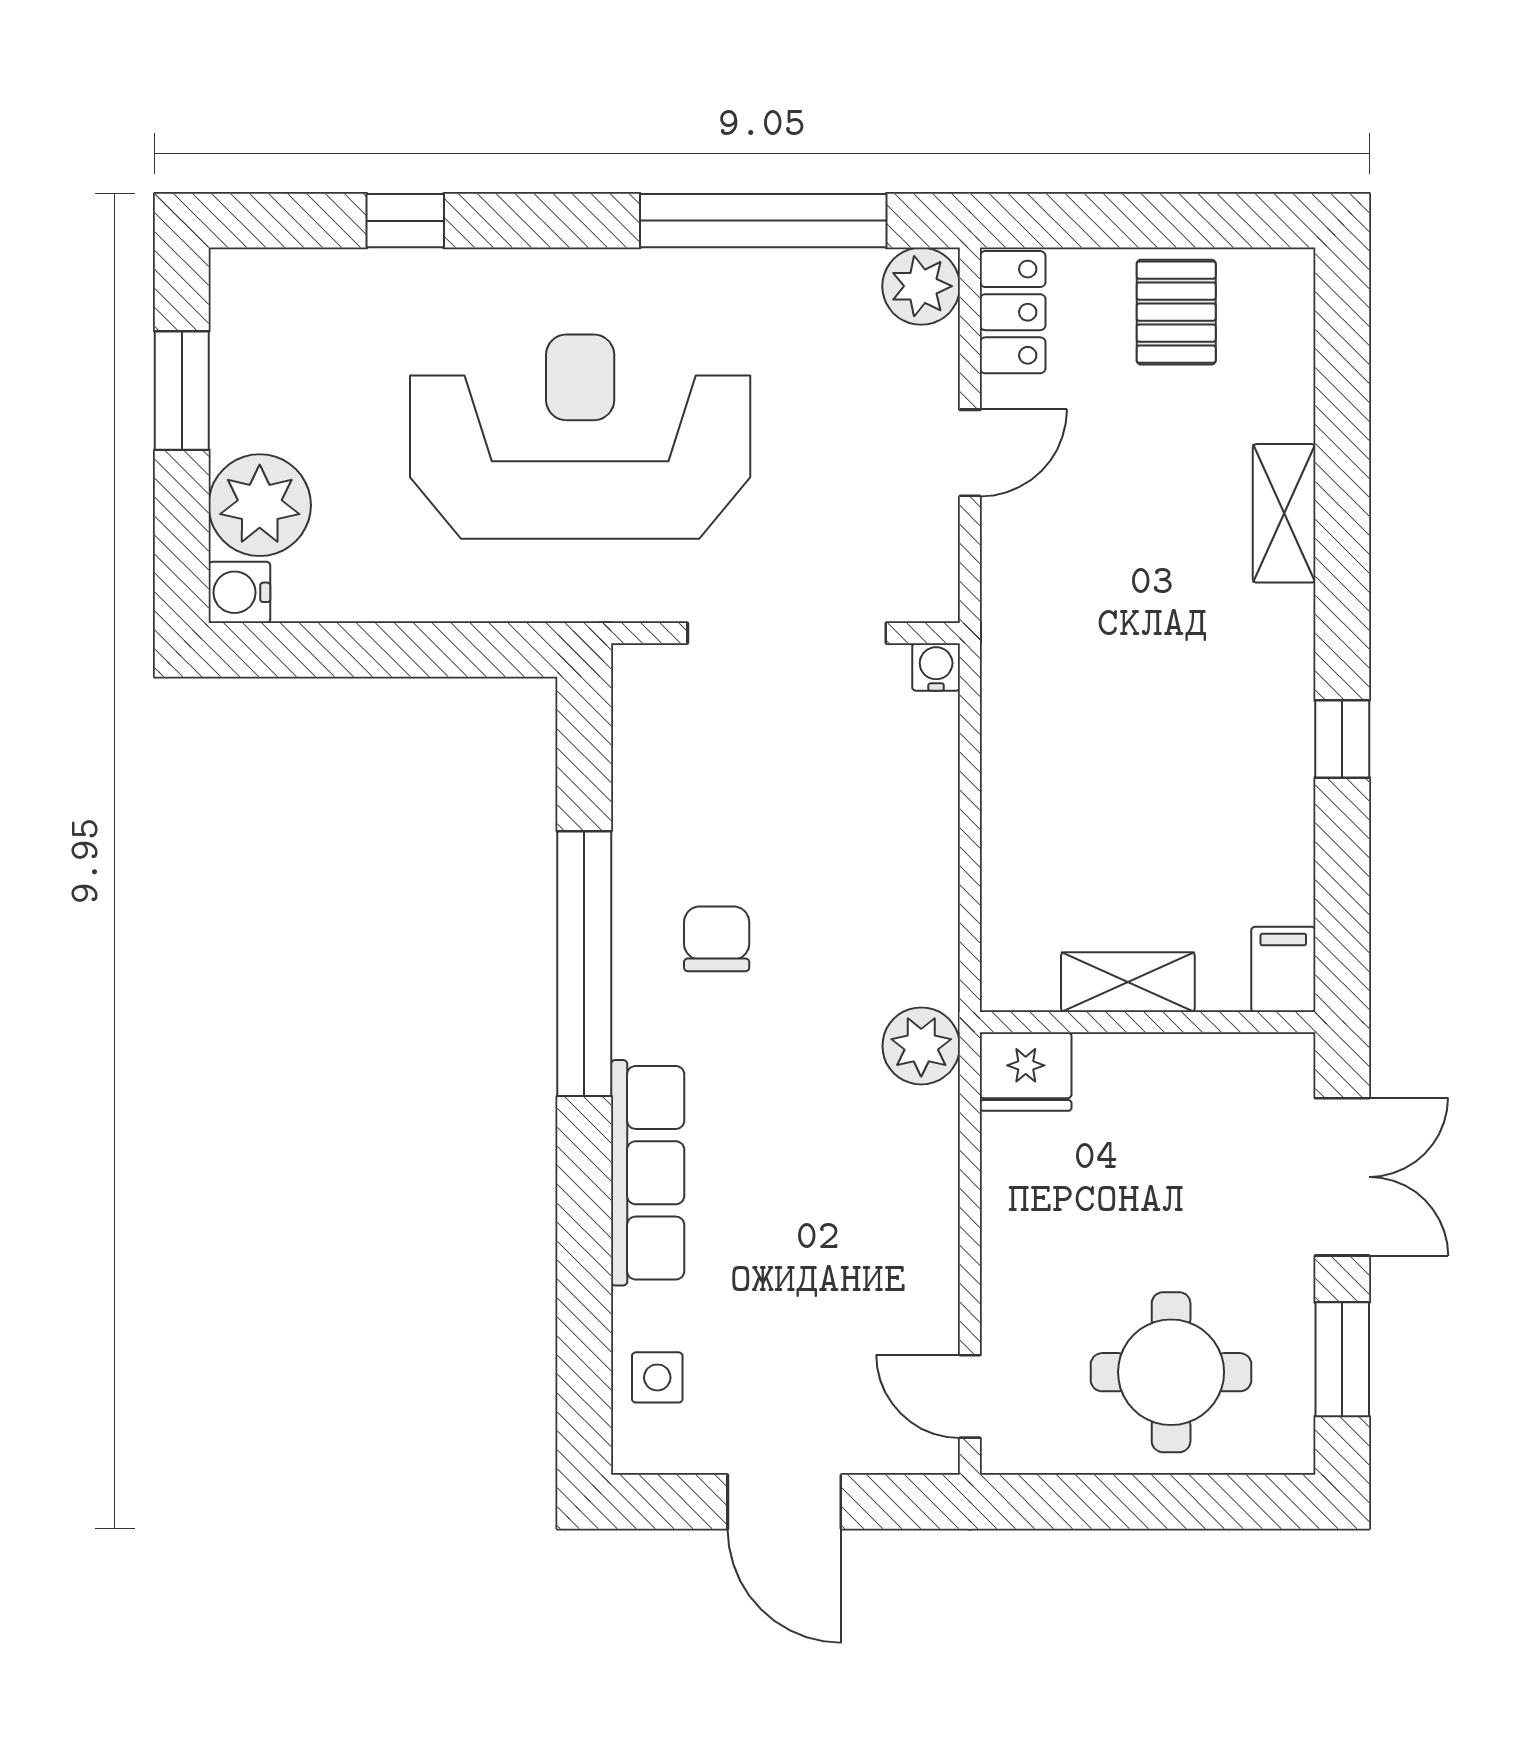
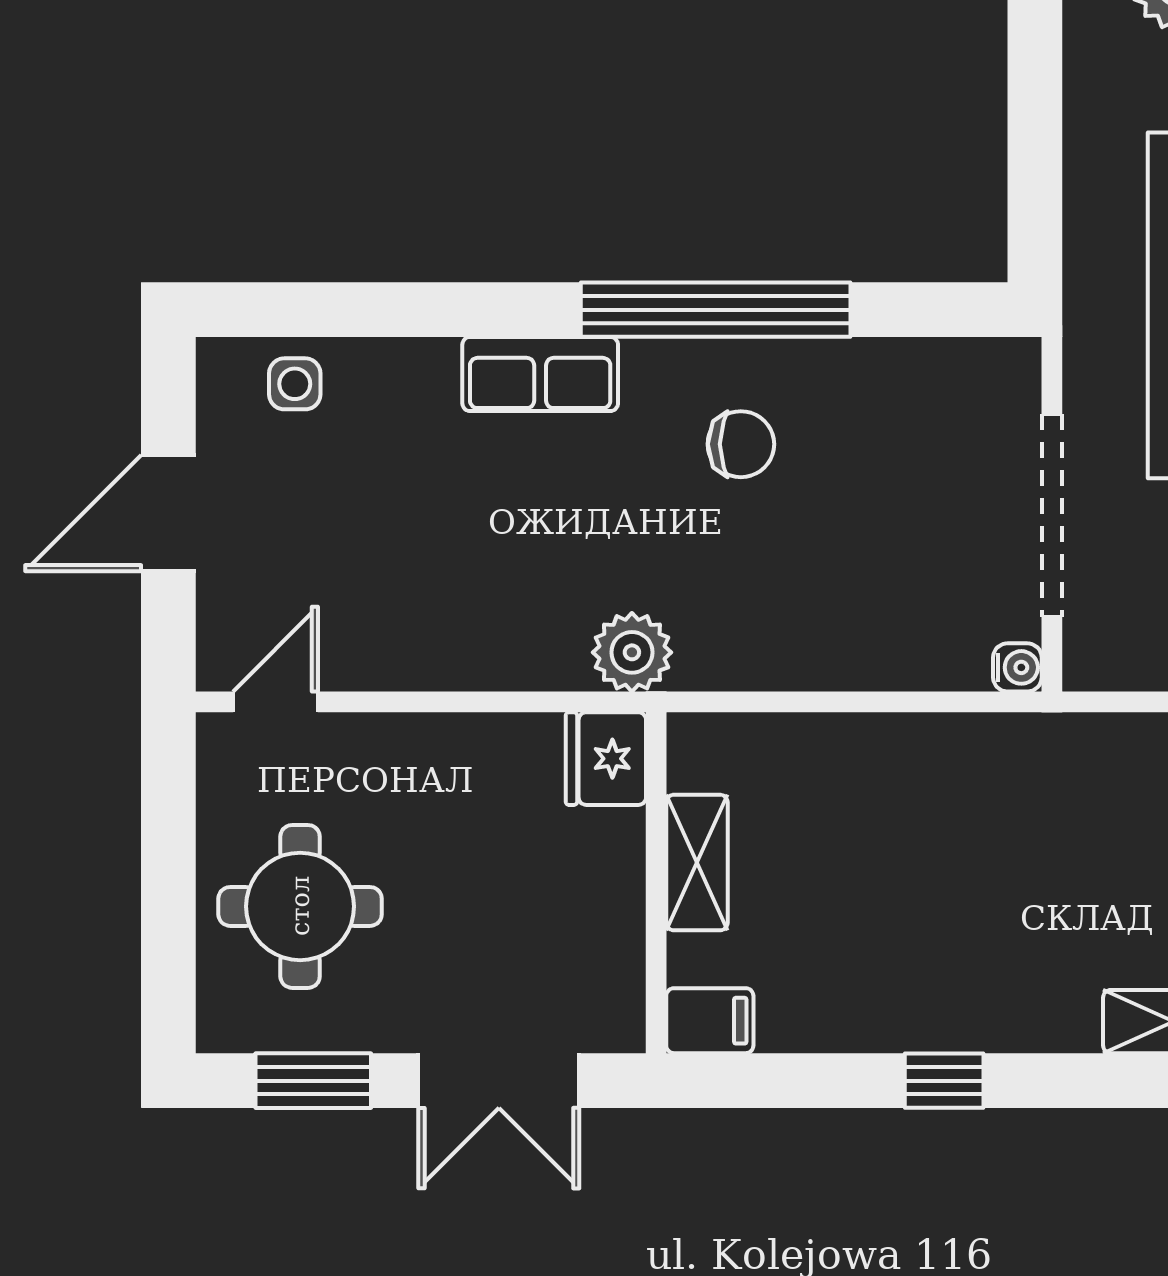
row of seats: (648, 1173) -> (540, 374), width x0.68

